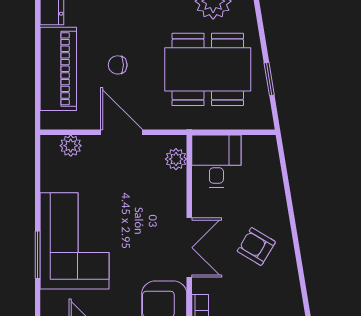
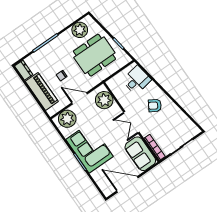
plant: (71, 146) -> (67, 119), width x1.87, depth x1.87
plant: (176, 159) -> (104, 100), width x1.87, depth x1.87
desk: (216, 161) -> (137, 80), moved, turned 81
double door: (189, 248) -> (132, 122), swing flipped

